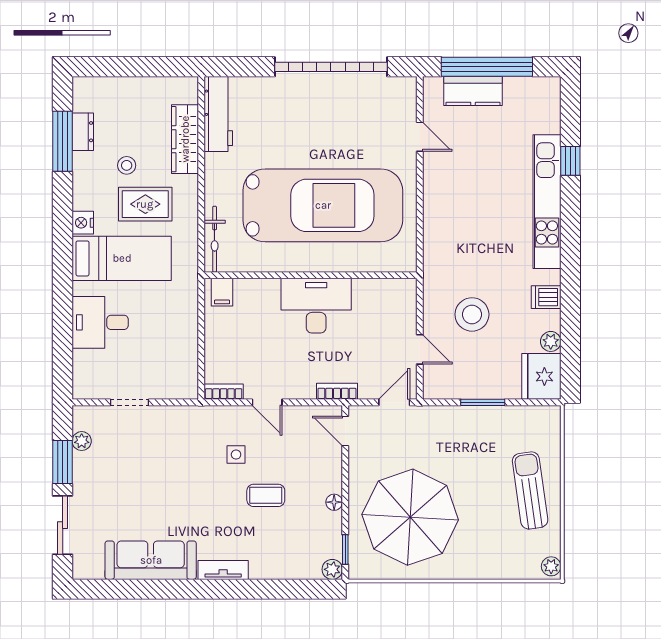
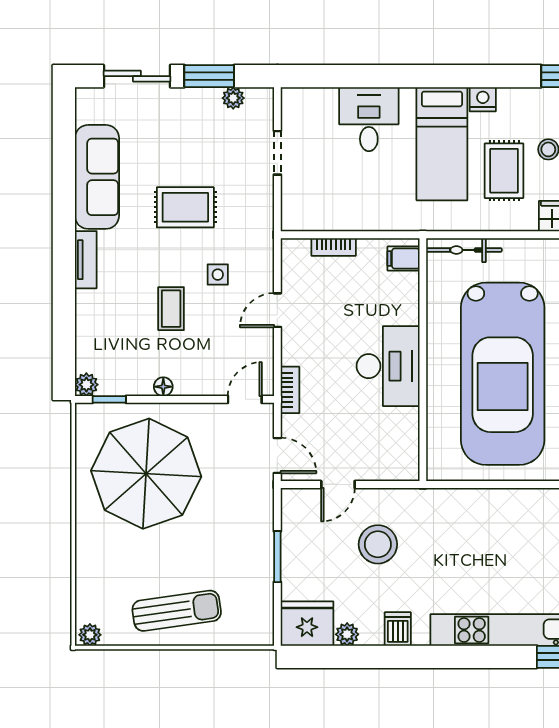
bookcase: (224, 392) -> (334, 247), moved, turned 90
rug: (177, 483) -> (185, 207), added

